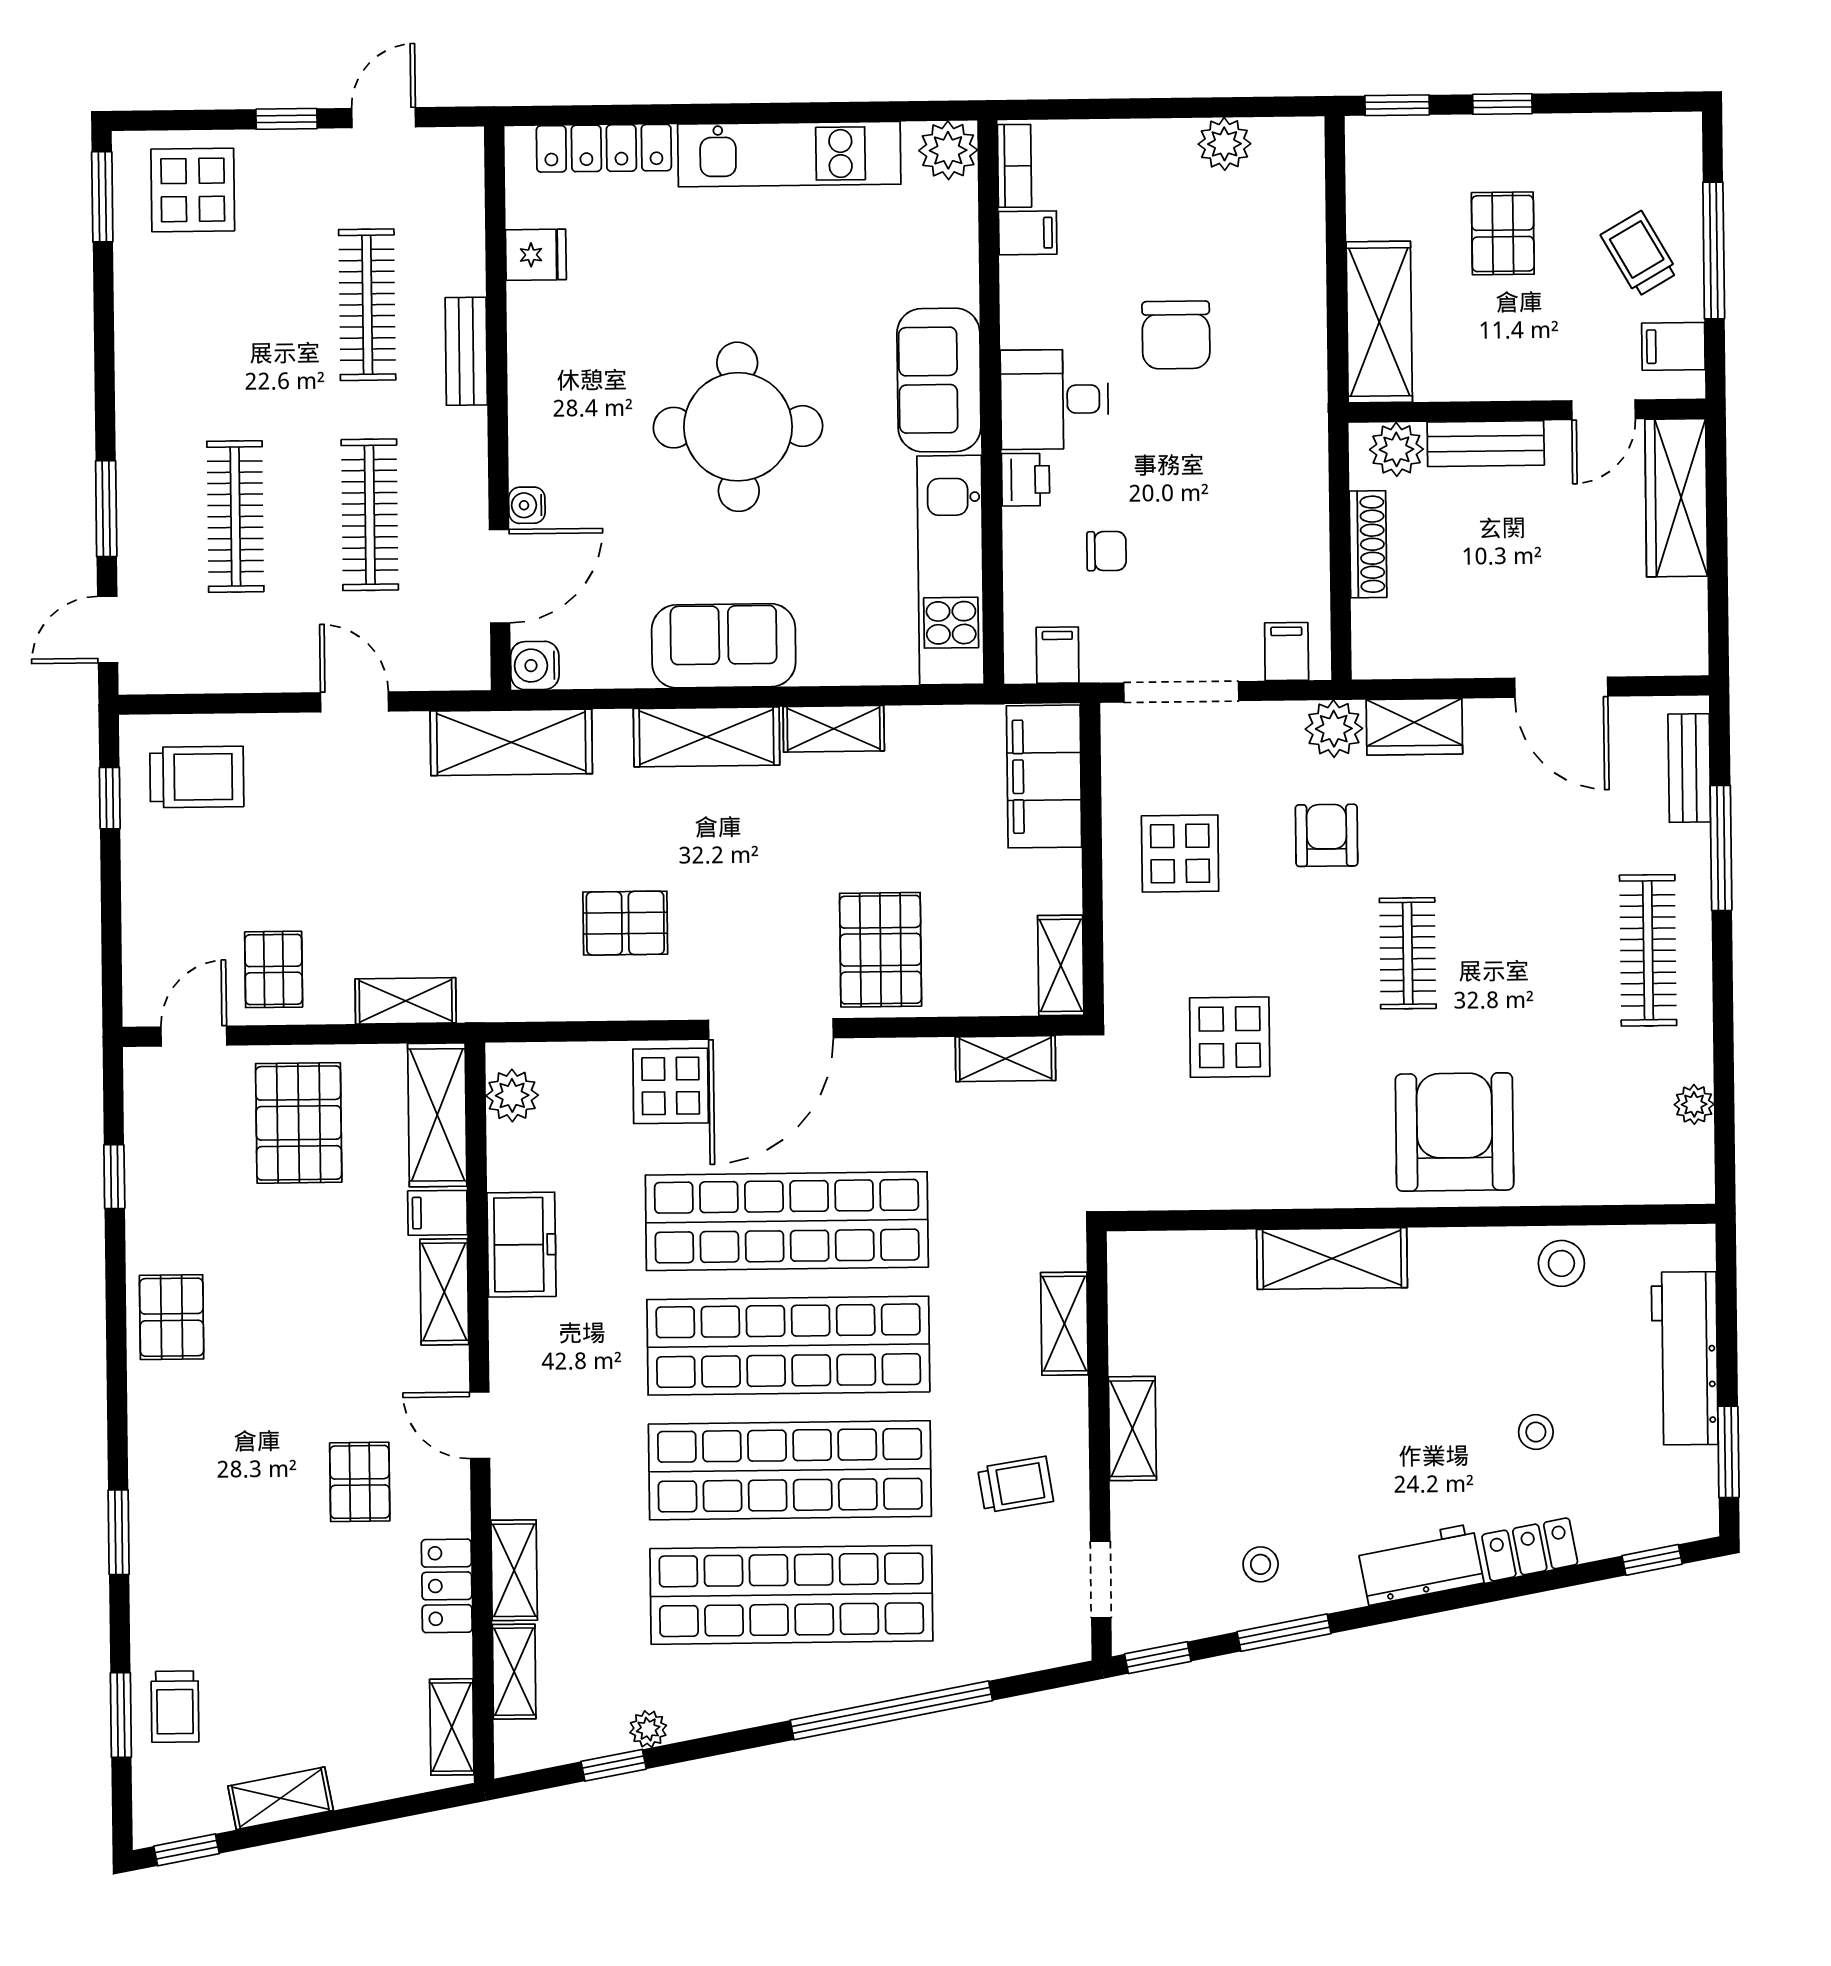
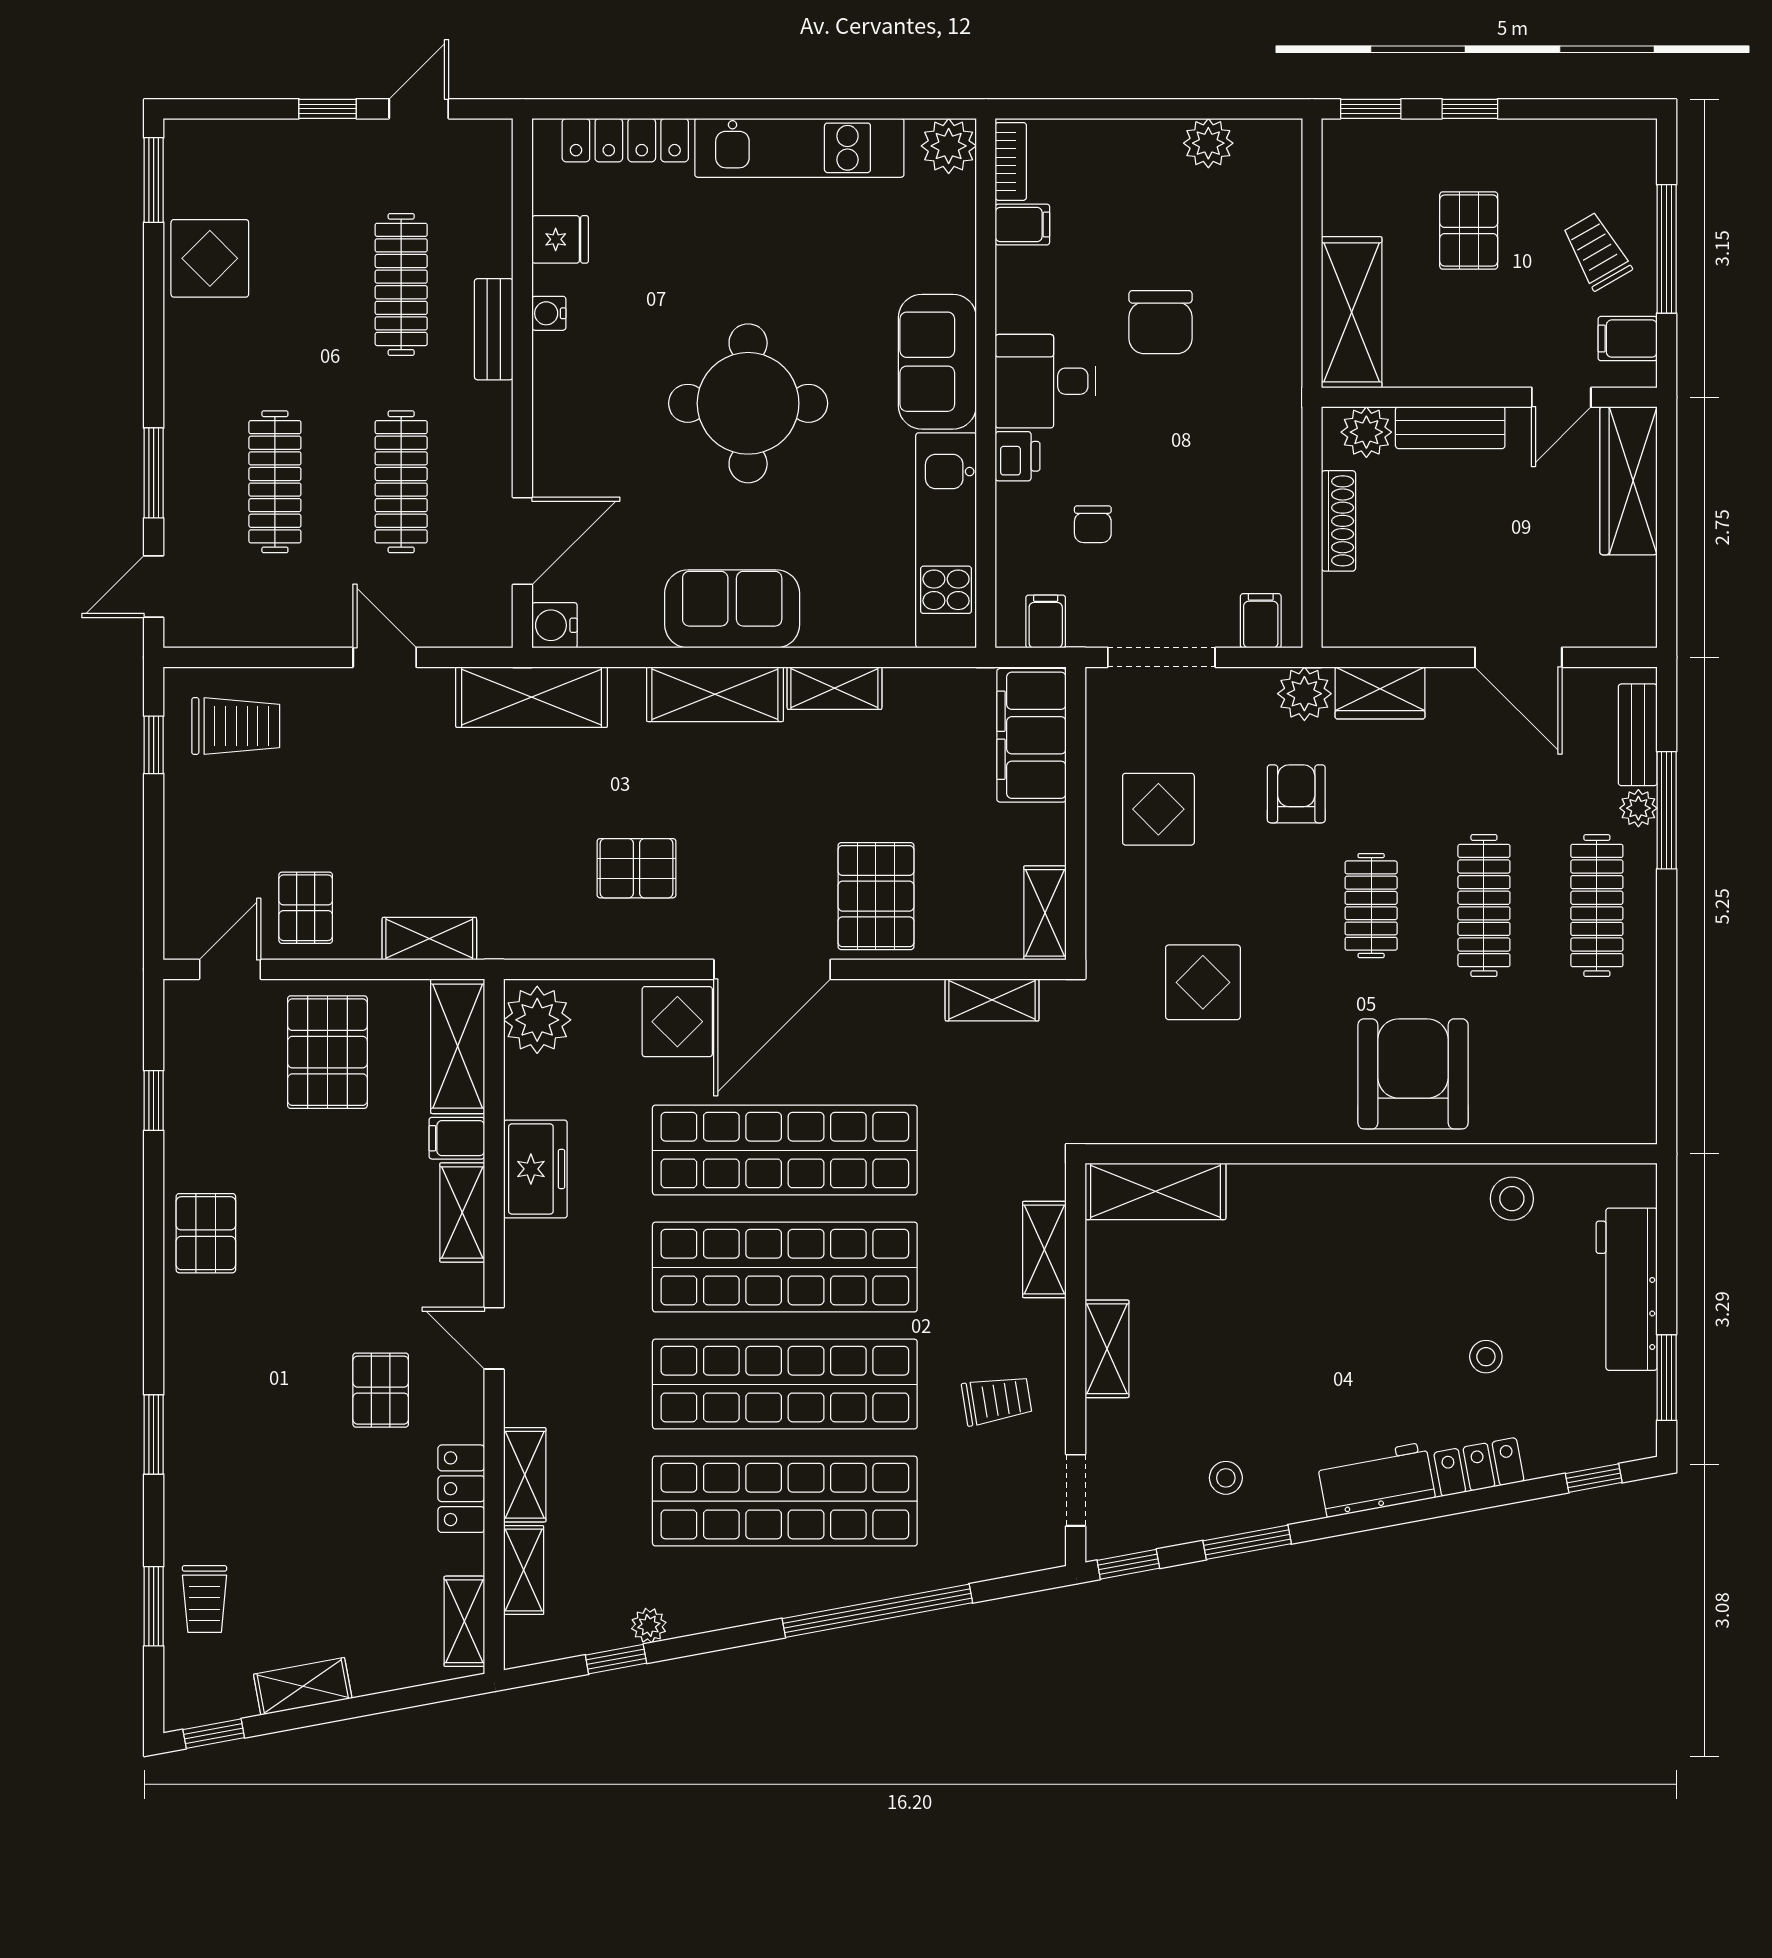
display table: (193, 190) -> (210, 258), moved
water cooler: (527, 505) -> (549, 313), moved
chair: (1107, 551) -> (1093, 524), turned 90
clothes rail: (1528, 952) -> (1484, 906), added
plant: (512, 1095) -> (537, 1020), width x1.36, depth x1.36
plant: (1694, 1104) -> (1638, 808), moved
shelving: (1332, 1259) -> (1156, 1191), moved

